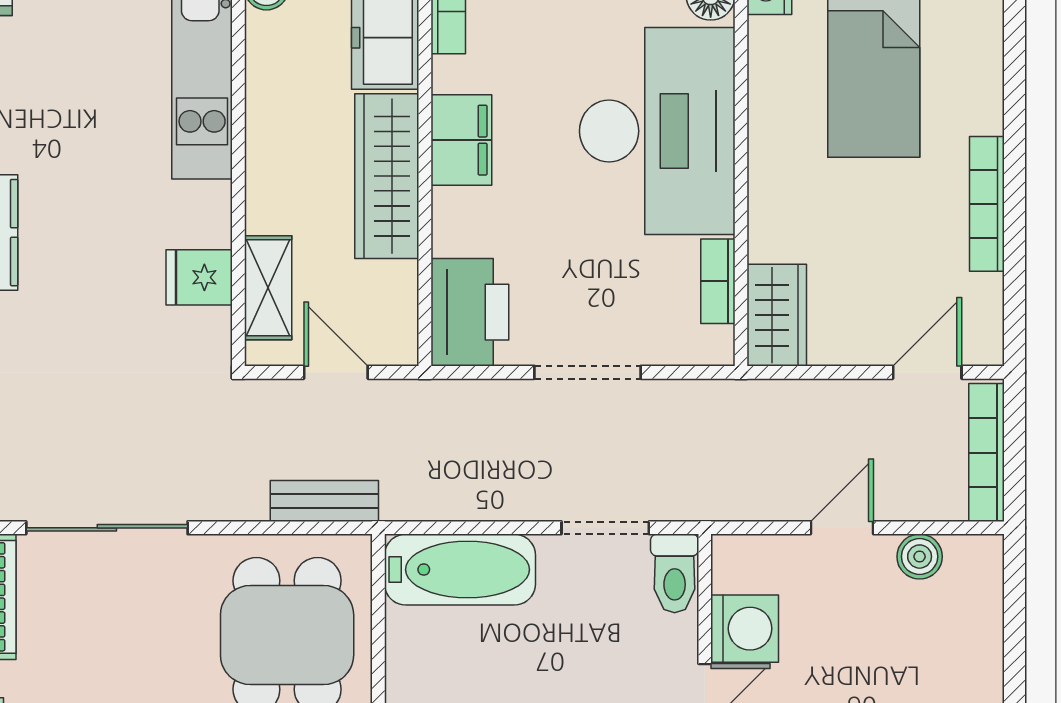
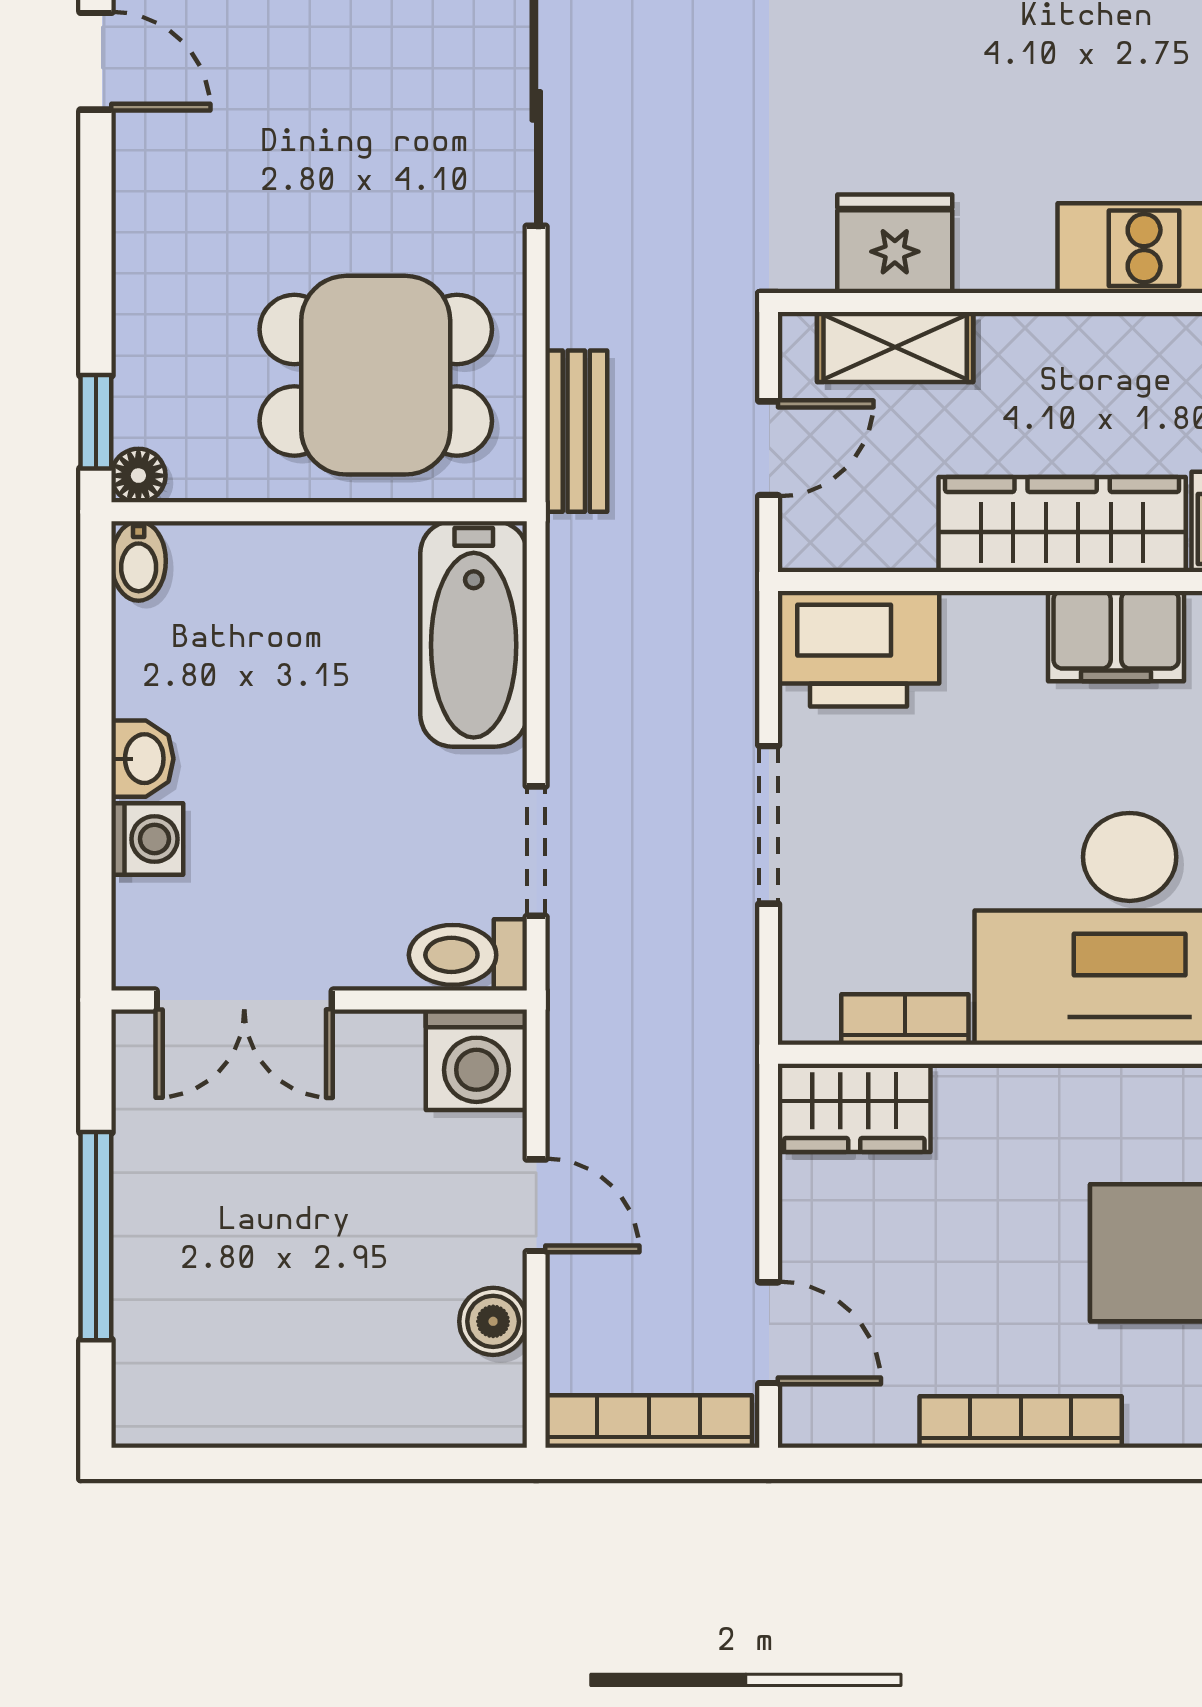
fridge: (199, 277) -> (895, 244), width x1.38
washing machine: (745, 629) -> (476, 1060), moved

